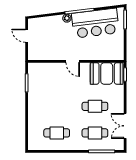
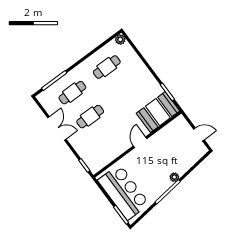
bar counter: (95, 23) -> (124, 192), moved, turned 97
door: (73, 61) -> (140, 142), hinge flipped
booth: (107, 73) -> (158, 112), moved
double door: (125, 126) -> (57, 128), moved
plant: (32, 145) -> (120, 40), added

